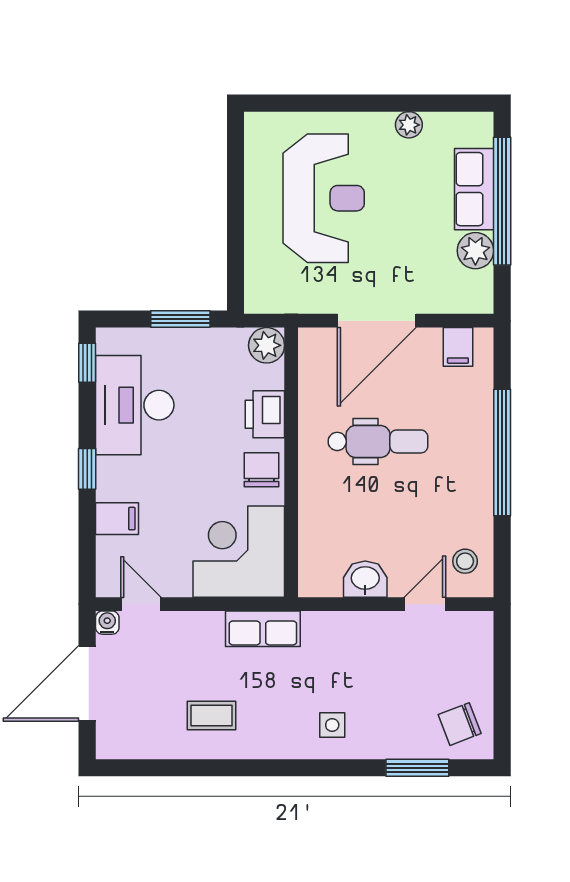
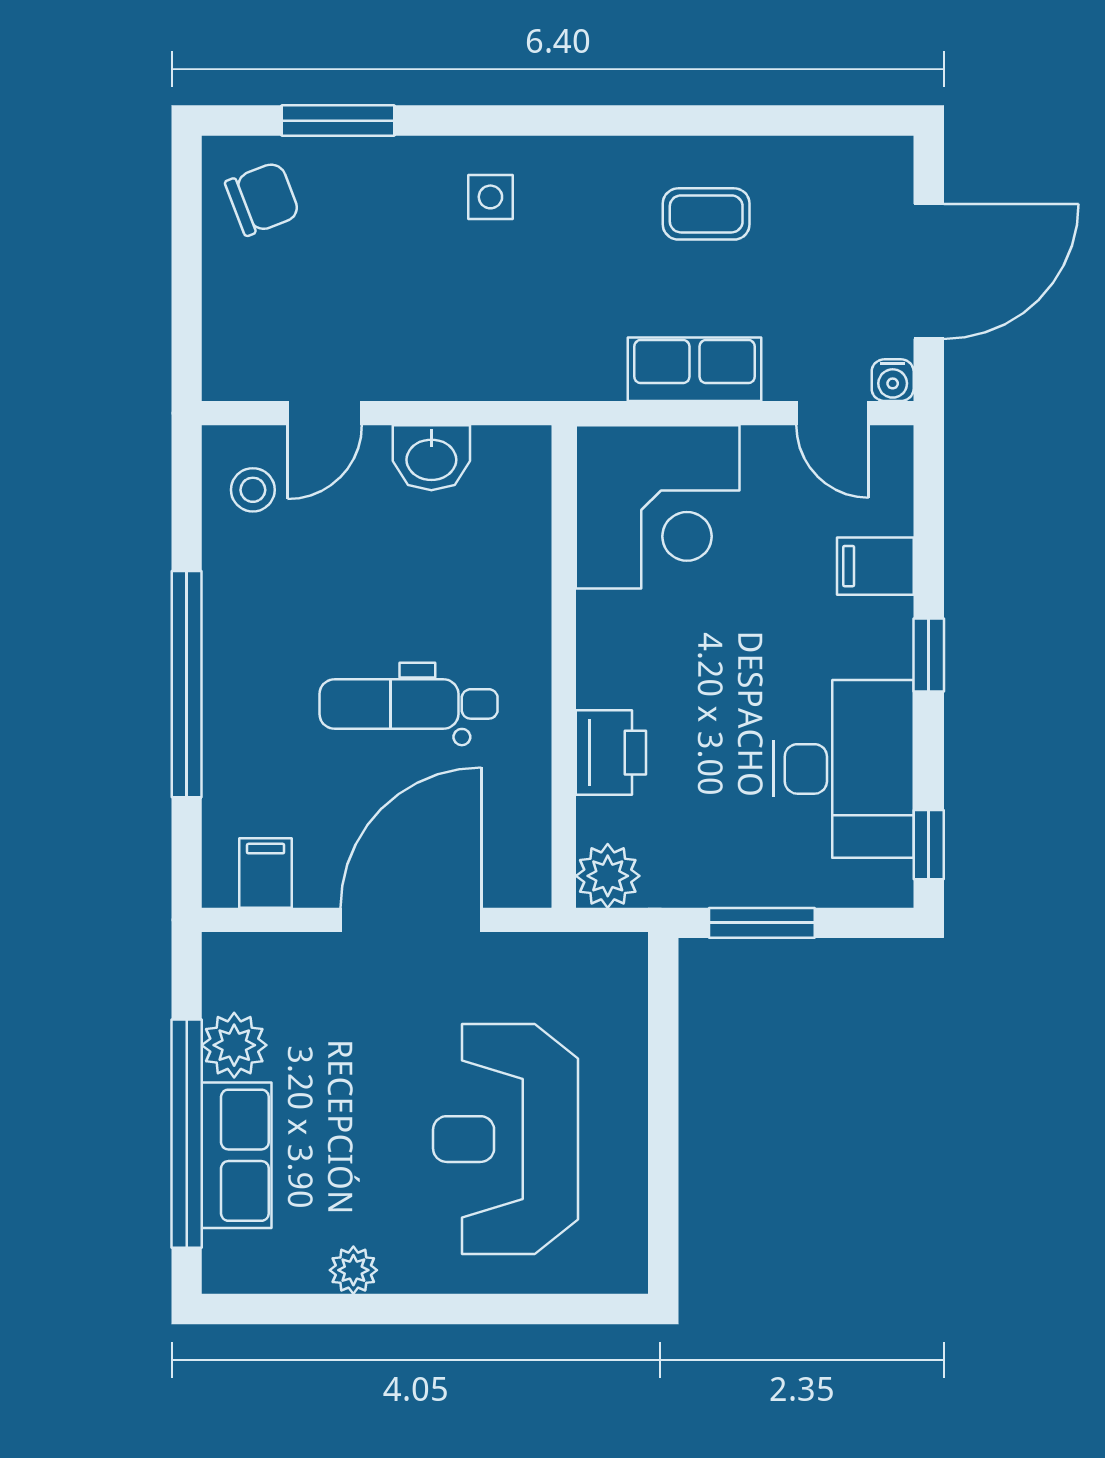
chair: (262, 470) -> (617, 653), removed
row of seats: (263, 629) -> (694, 369), moved

